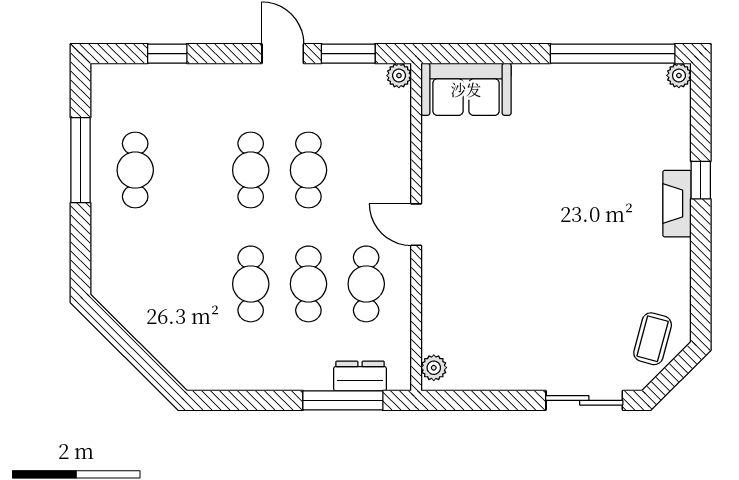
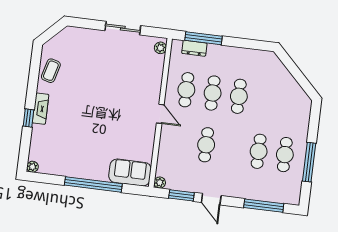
window: (167, 54) -> (264, 206), width x2.17
window: (613, 54) -> (93, 184), moved
cafe table: (251, 170) -> (259, 151), moved
coffee table: (653, 339) -> (51, 71), moved
sliding door: (584, 400) -> (123, 28), moved

